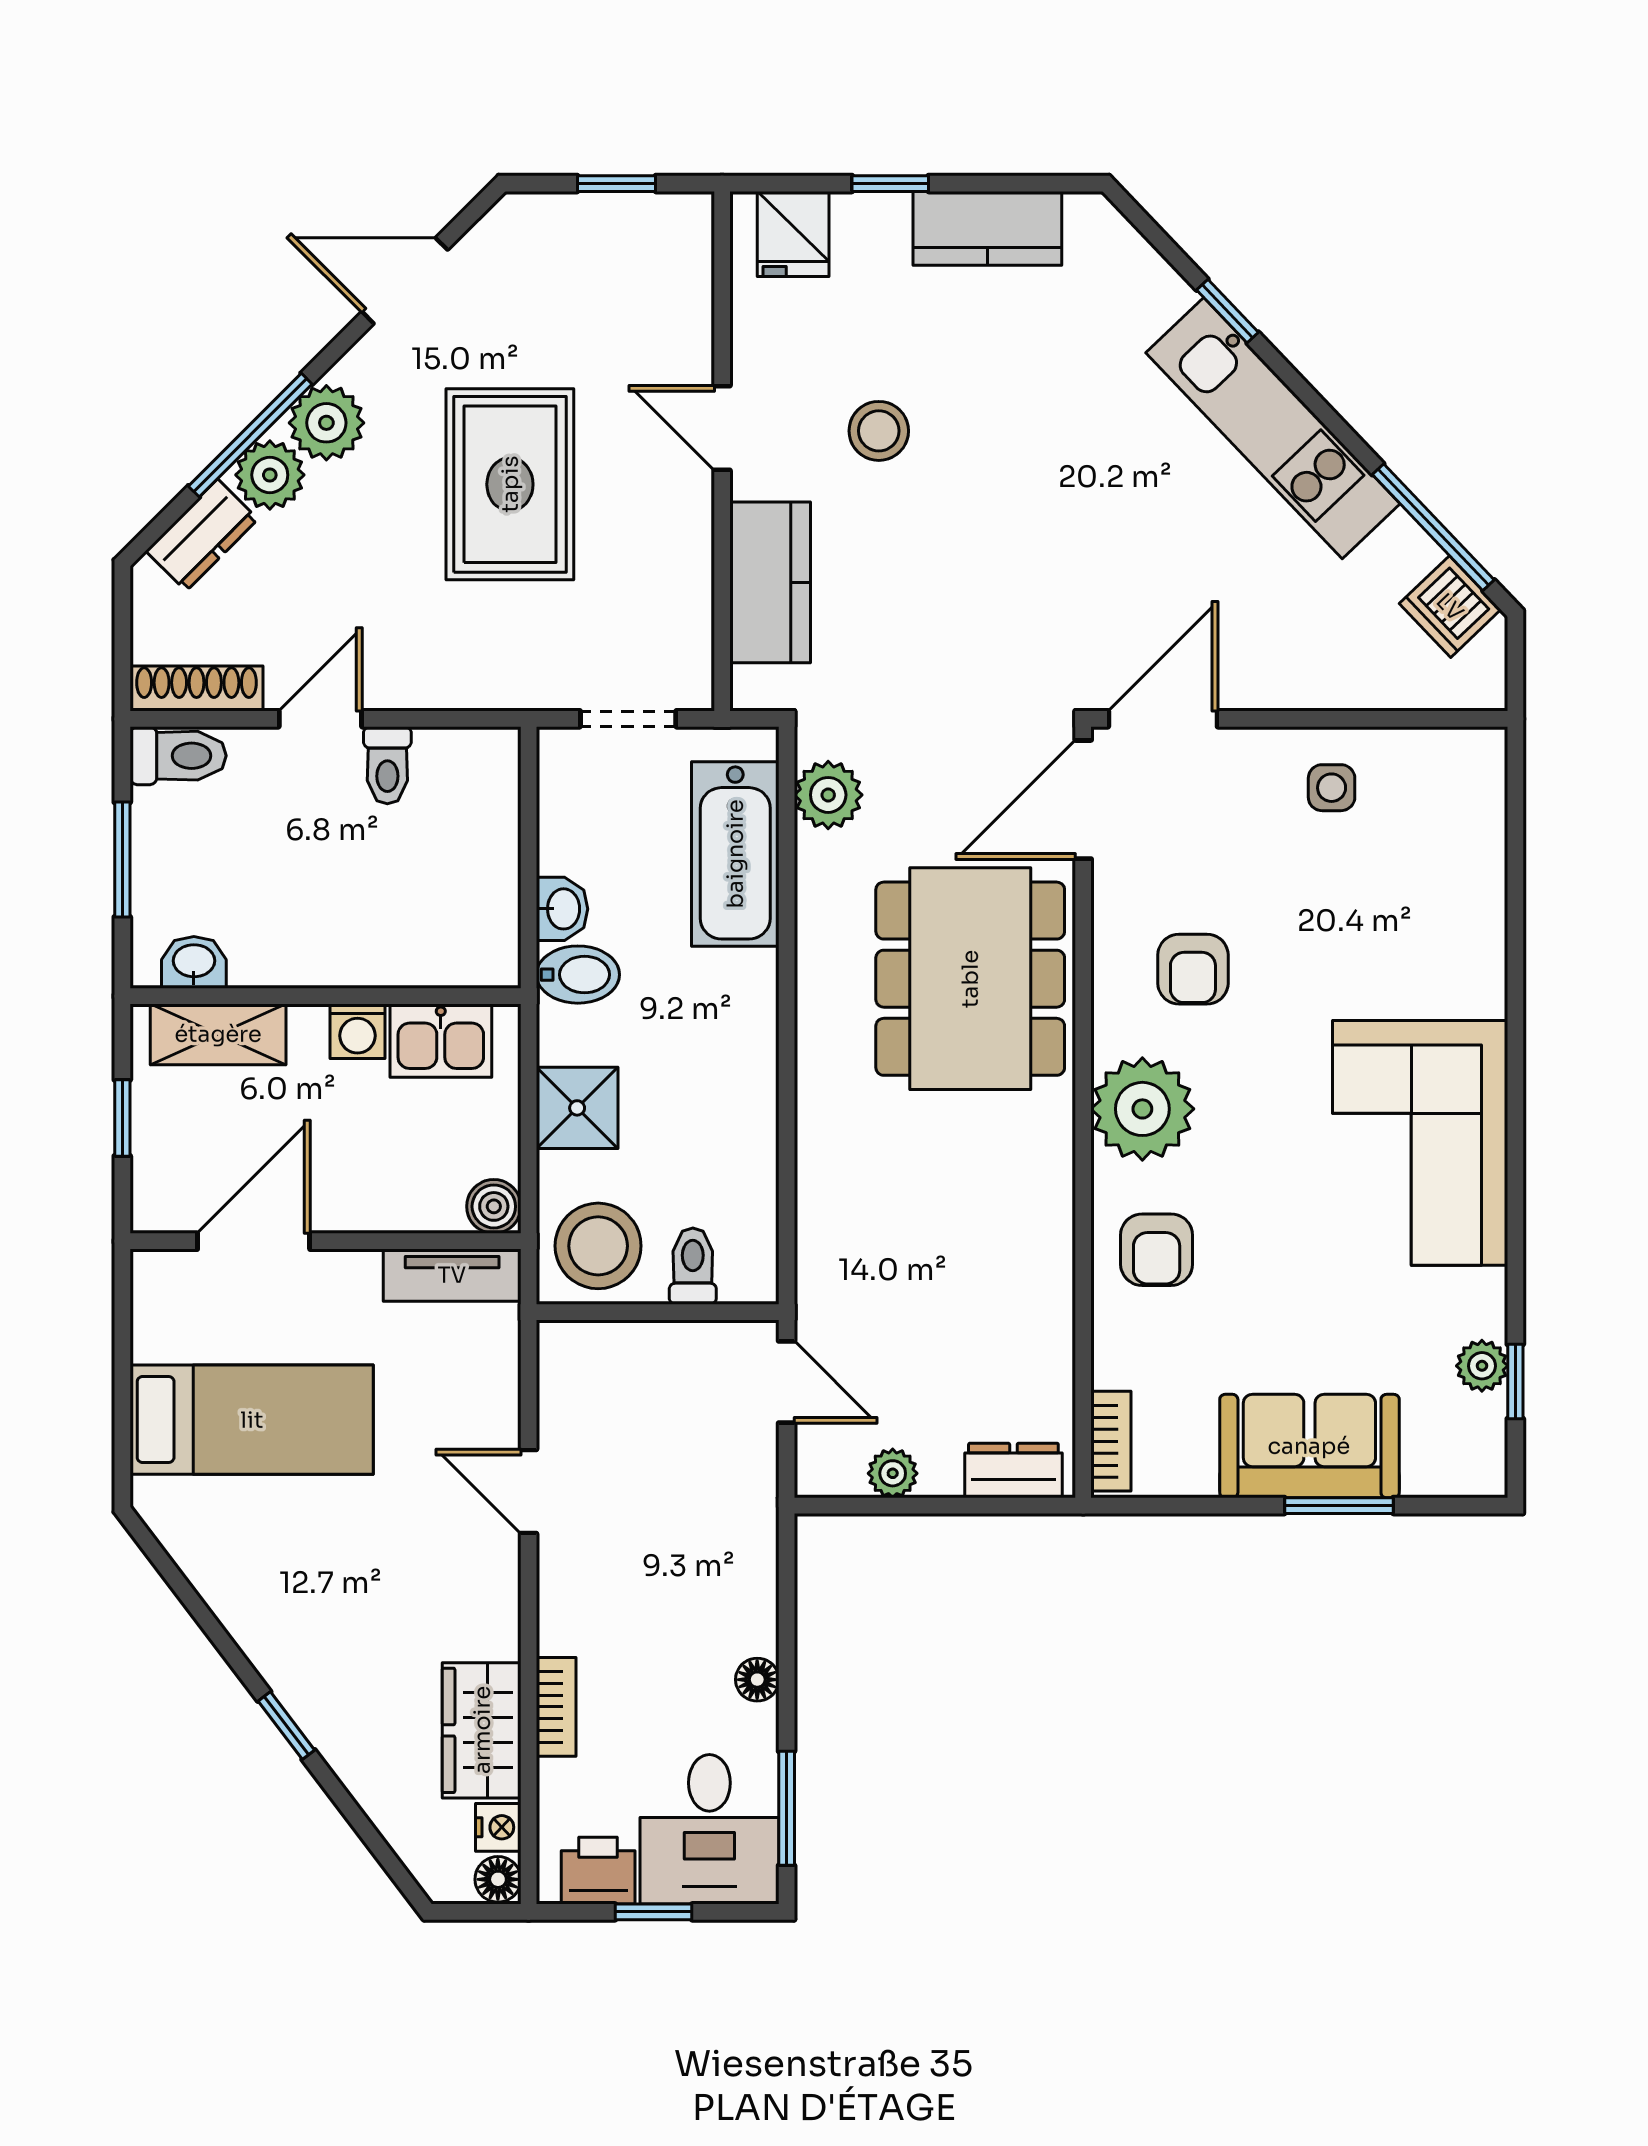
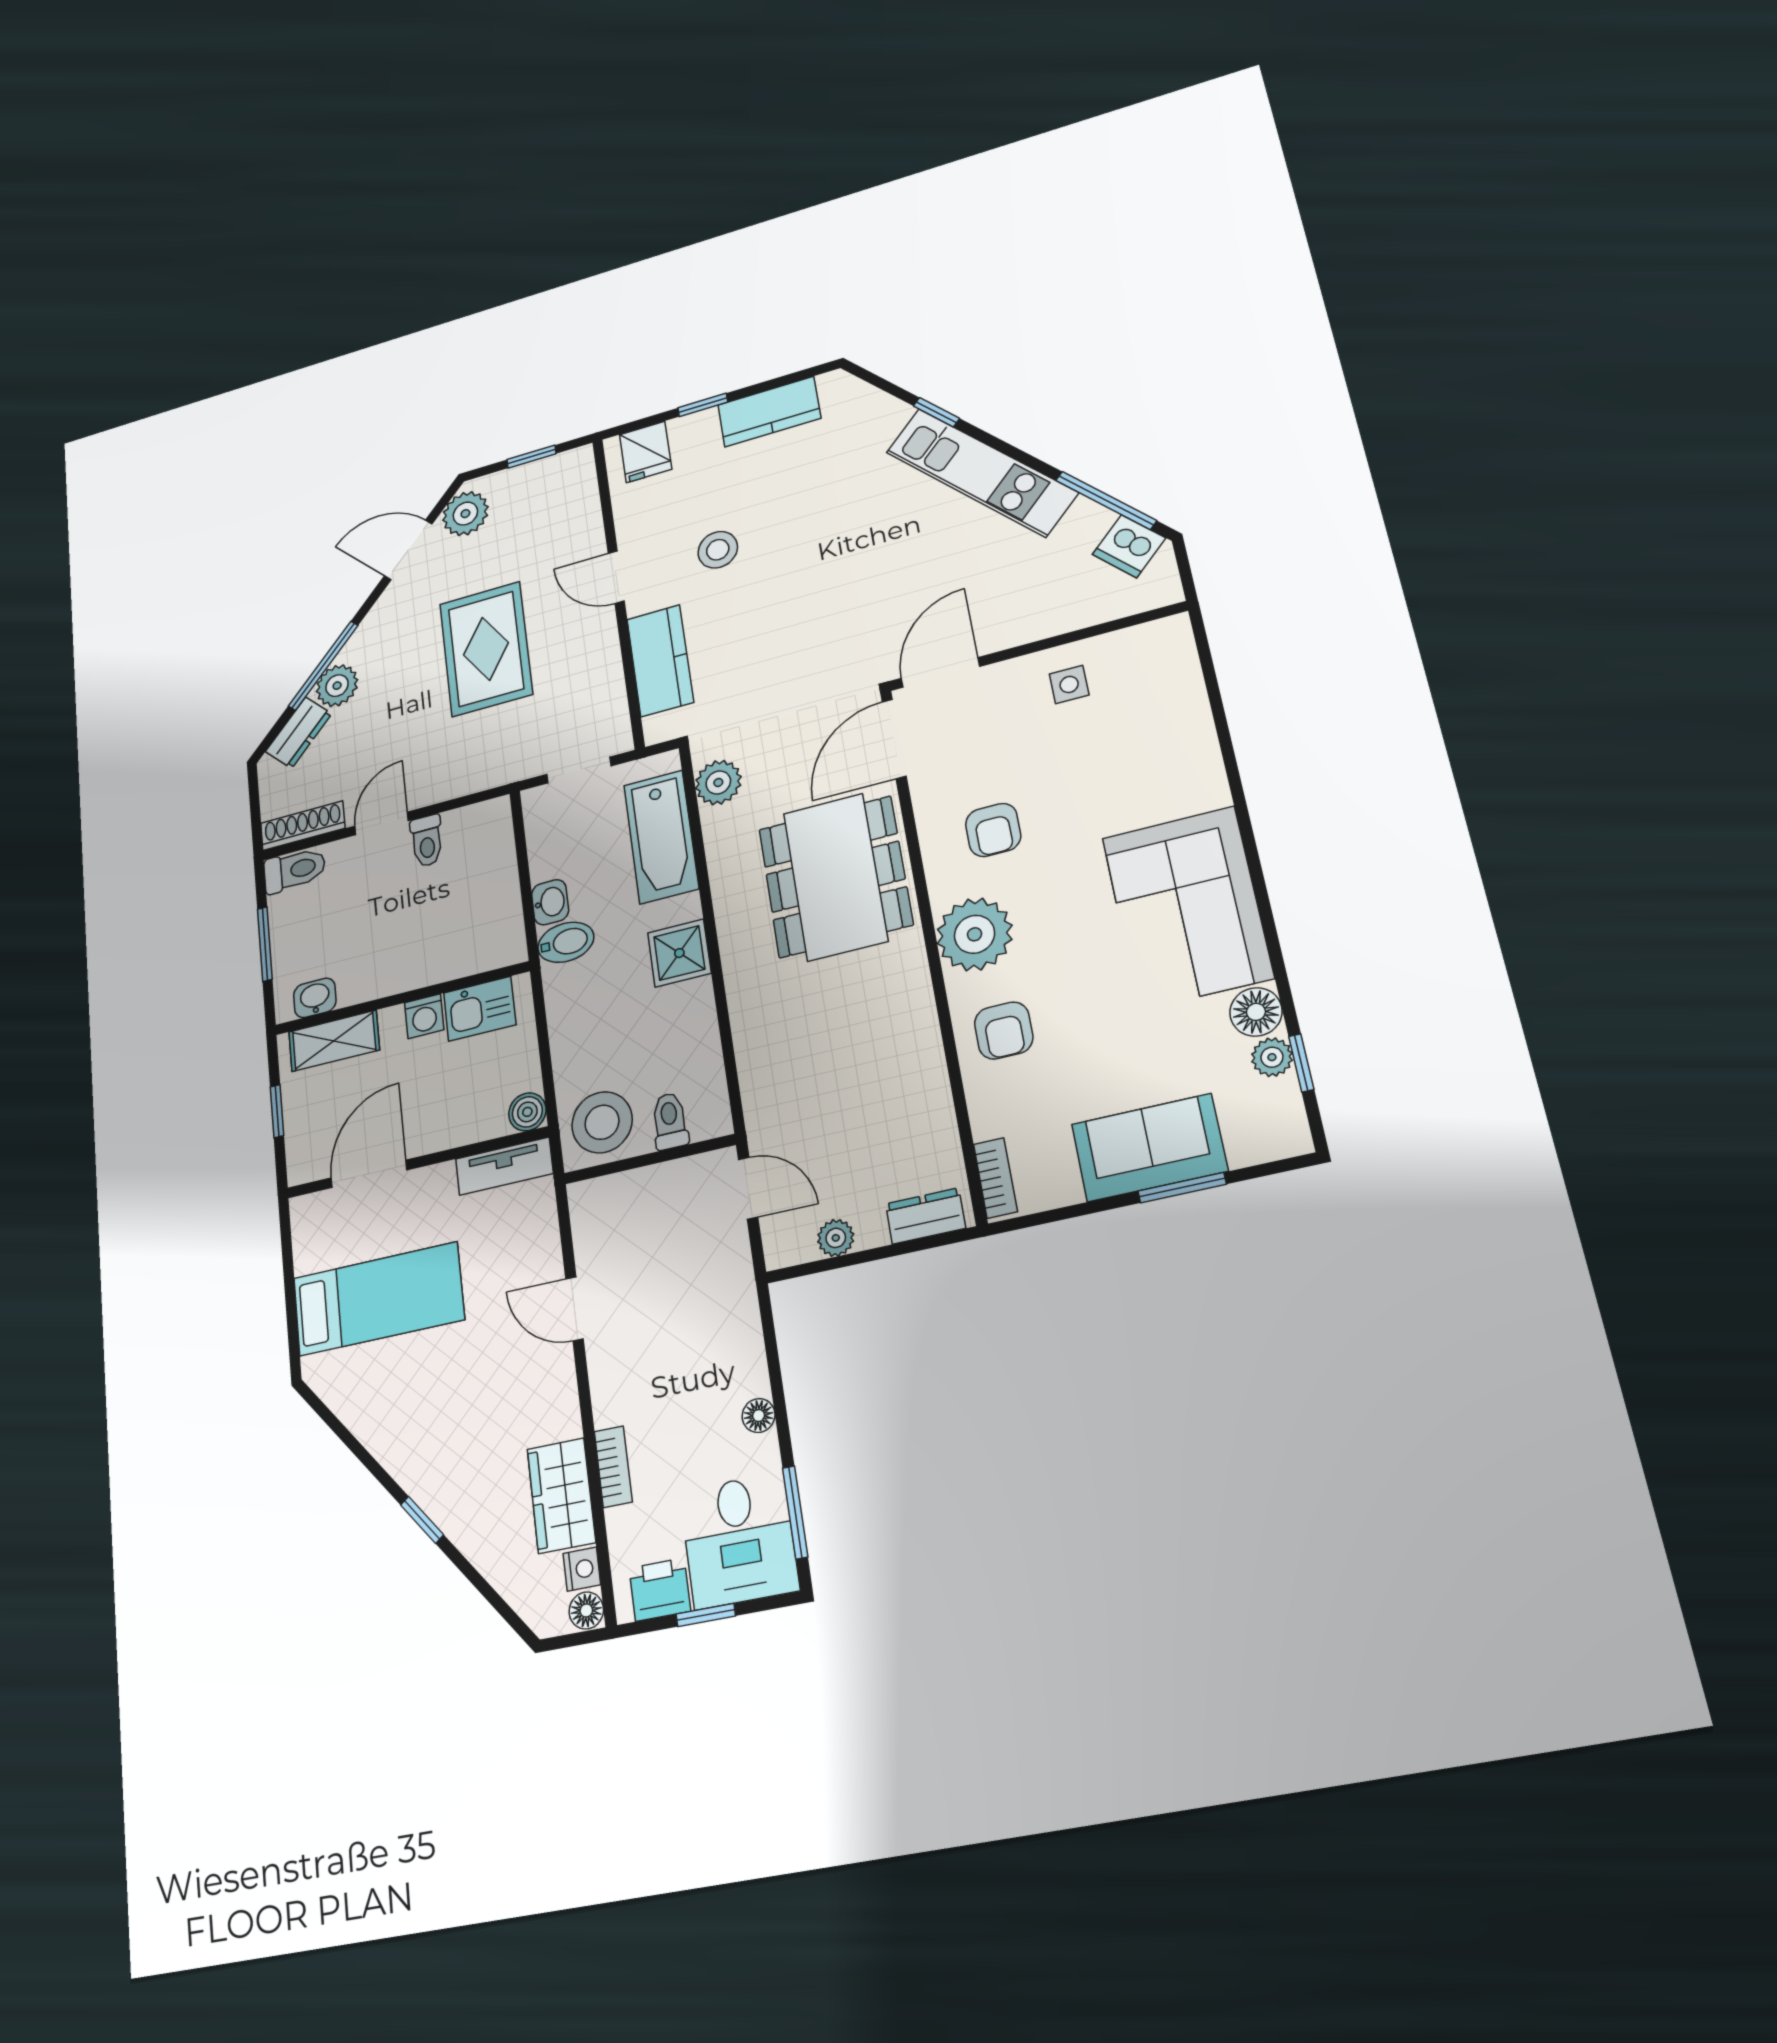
plant: (326, 423) -> (465, 514), moved
shower: (577, 1108) -> (679, 953), moved
floor lamp: (1475, 1303) -> (1256, 1012), added

